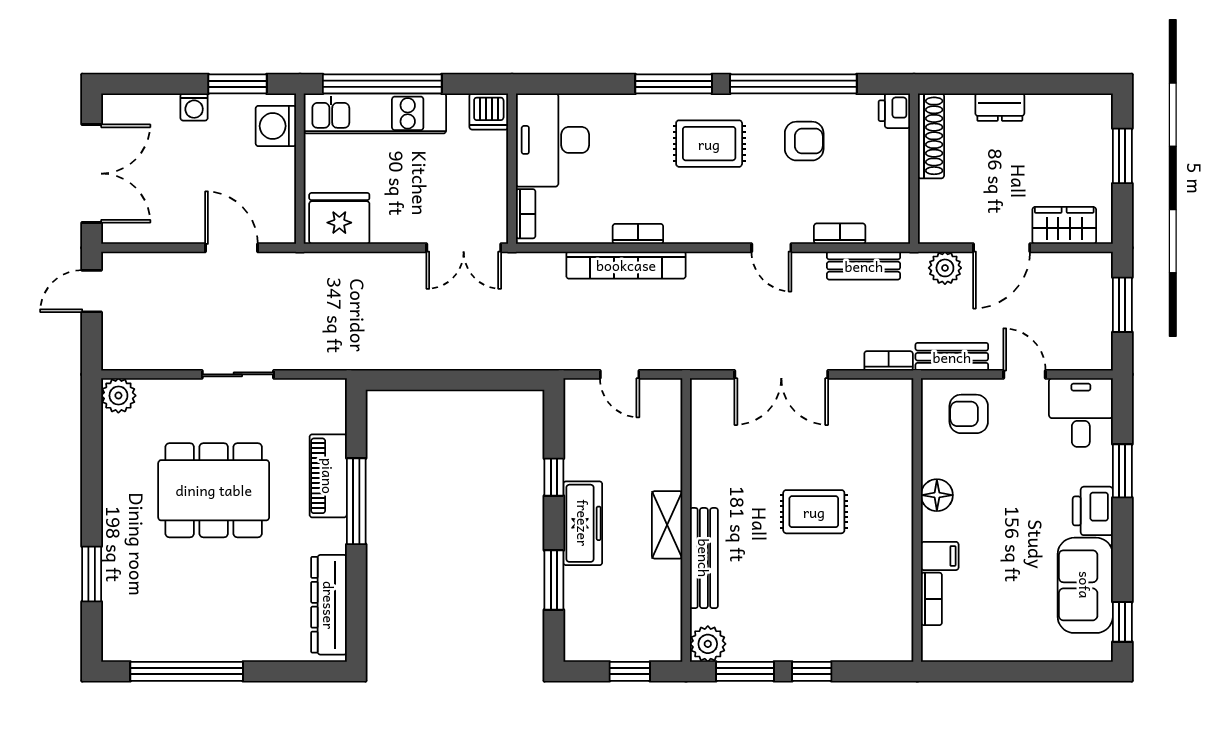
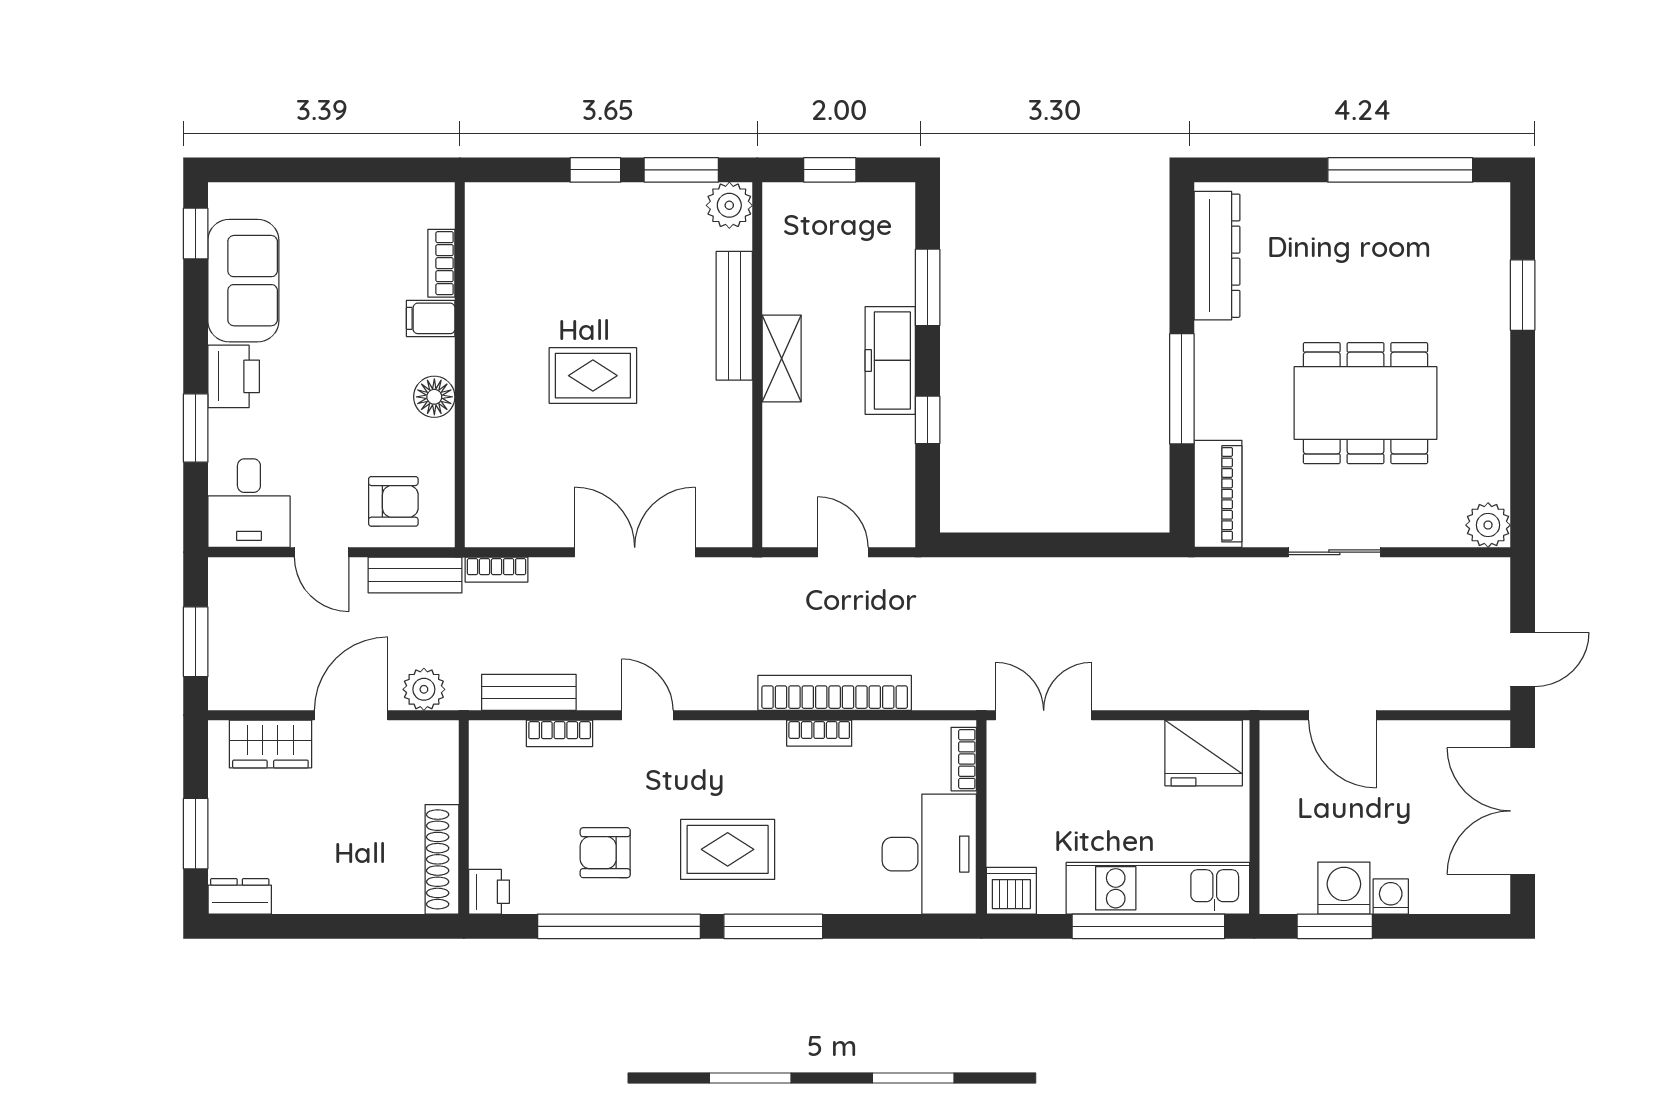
dresser: (1000, 107) -> (240, 896), moved
washing machine: (276, 126) -> (1344, 888), moved, turned -90
piano: (328, 476) -> (1218, 494), moved

